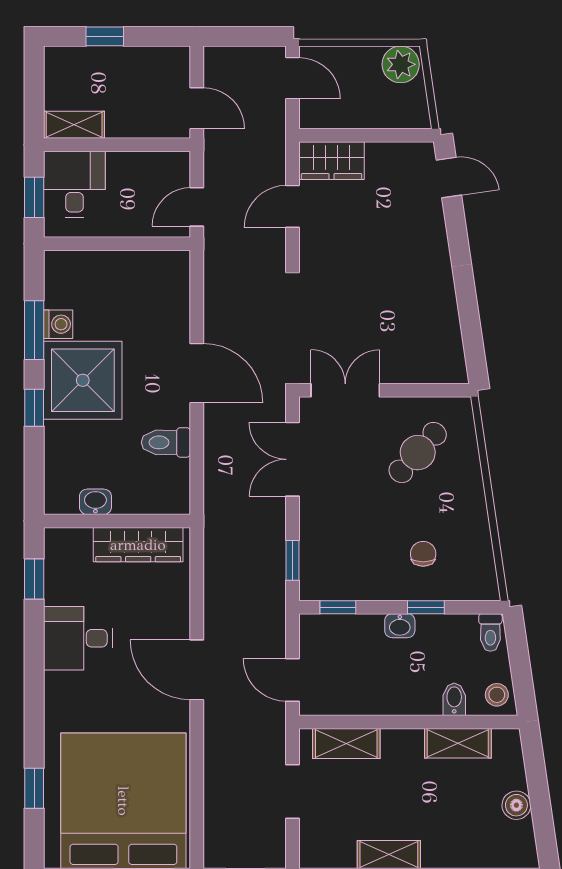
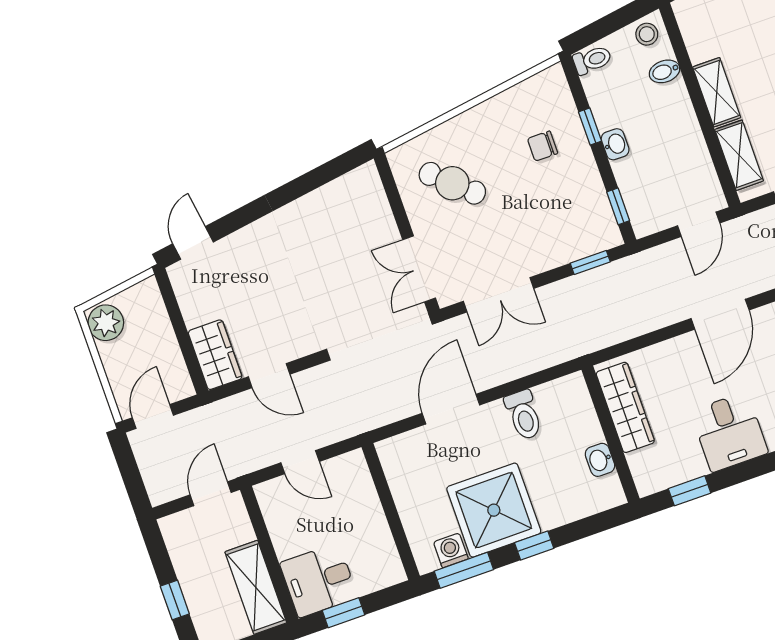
shelving: (74, 125) -> (256, 587), width x1.50, depth x1.33
wall: (117, 244) -> (391, 512), moved
shelving: (458, 743) -> (717, 92), moved

